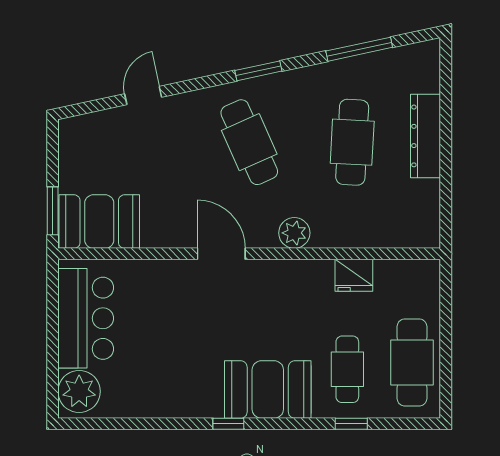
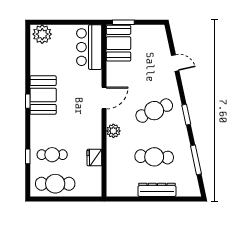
bar counter: (86, 318) -> (89, 47), moved, turned 90
booth: (268, 390) -> (43, 95), moved

